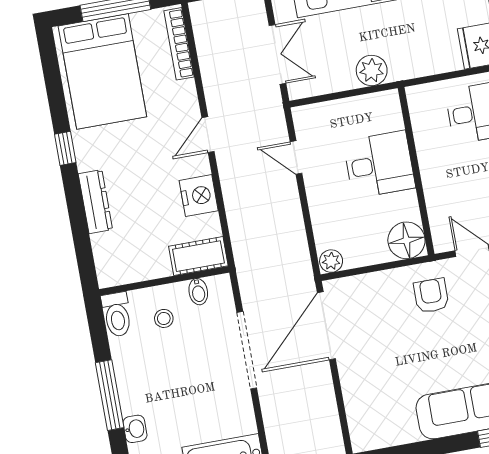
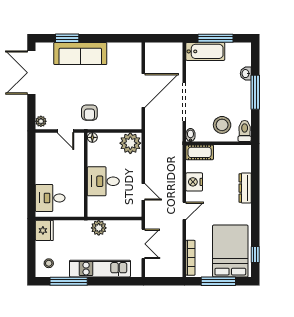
double door: (278, 54) -> (143, 244), swing flipped
window: (65, 148) -> (255, 254), moved
floor lamp: (406, 240) -> (92, 137), width x0.53, depth x0.53
plant: (331, 261) -> (130, 143), width x1.88, depth x1.88
bidet: (198, 292) -> (190, 135), moved
stool: (164, 318) -> (222, 125), width x1.89, depth x1.89
door: (326, 326) -> (143, 90), moved

